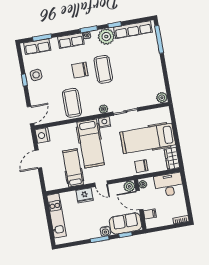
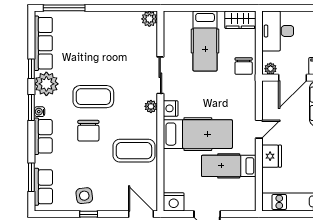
hospital bed: (148, 138) -> (205, 41), width x0.73, depth x0.78
plant: (129, 186) -> (270, 89), removed

